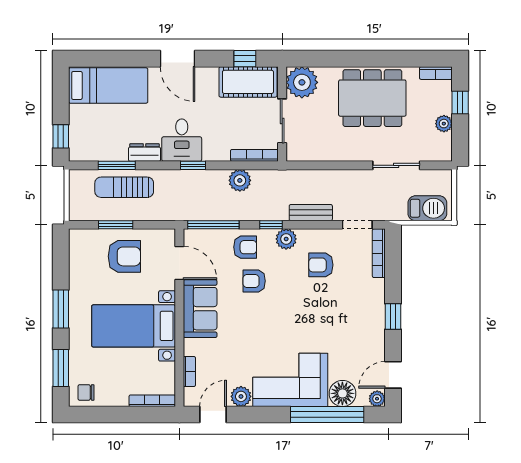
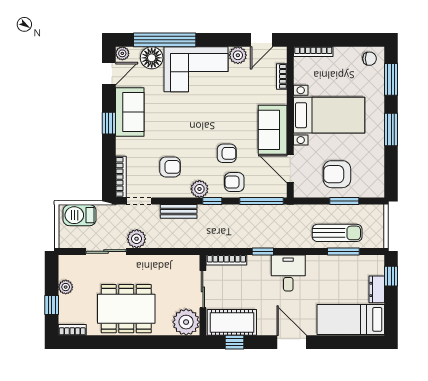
dresser: (145, 153) -> (377, 289), moved, turned 90
window: (193, 165) -> (263, 251), moved
plant: (240, 180) -> (137, 239), moved
sofa: (368, 330) -> (130, 112), added

